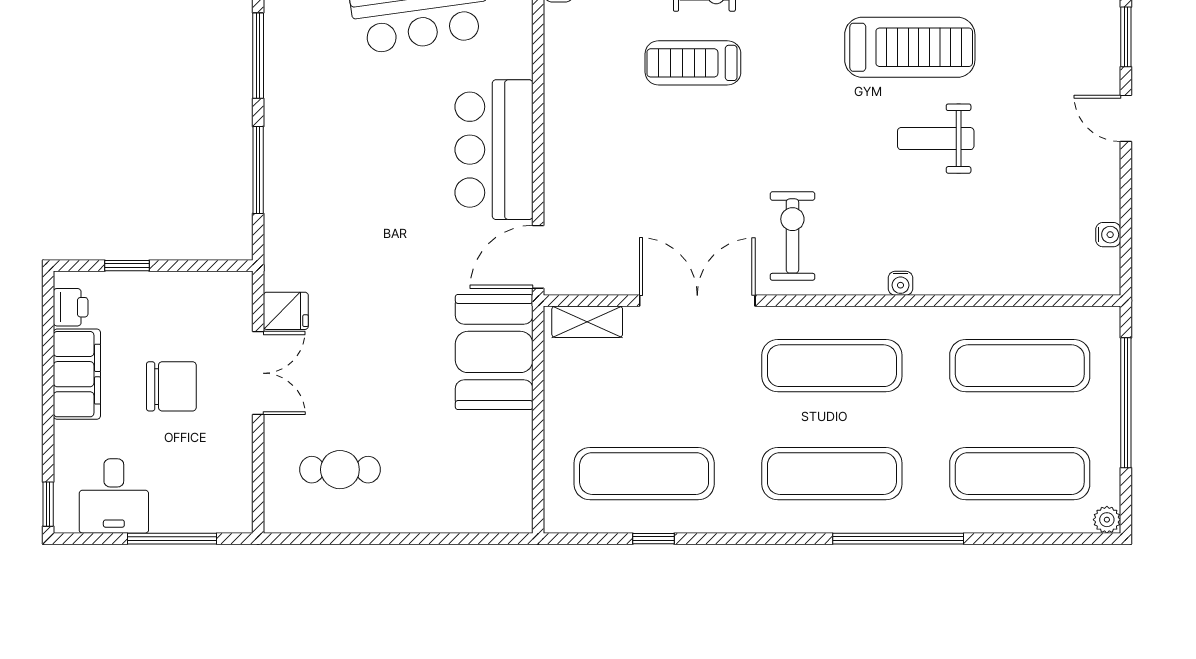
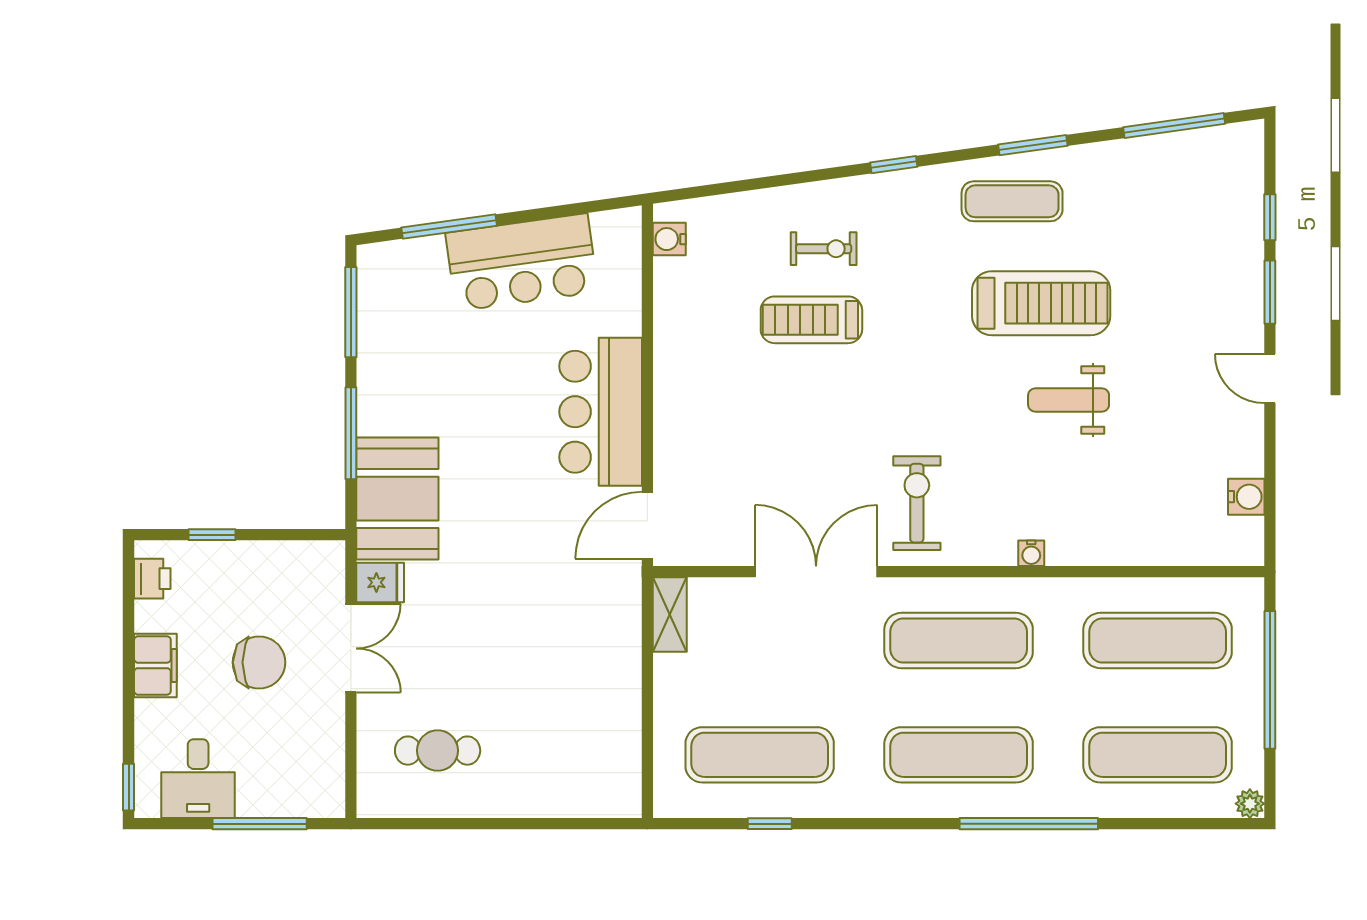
water cooler: (1108, 235) -> (1246, 497), width x1.38, depth x1.38
shelving: (587, 322) -> (670, 615), moved, turned 90
booth: (494, 352) -> (397, 499), moved
filing cabinet: (77, 374) -> (155, 665), width x0.67, depth x0.86

